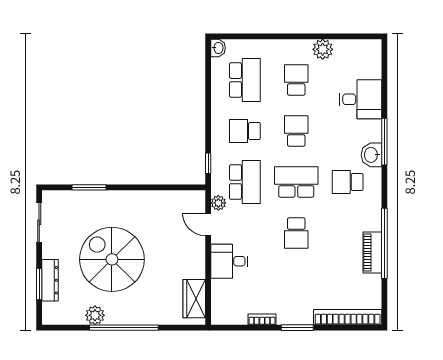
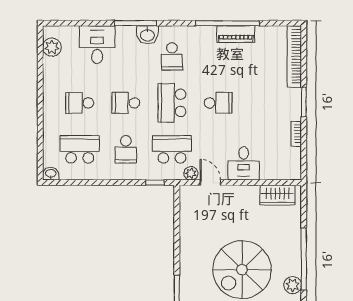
plant: (323, 49) -> (52, 47), moved
door: (208, 224) -> (210, 183), swing flipped

